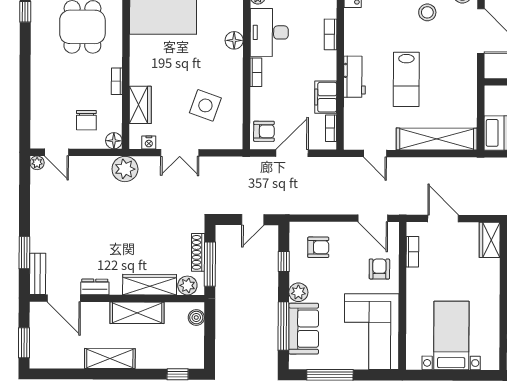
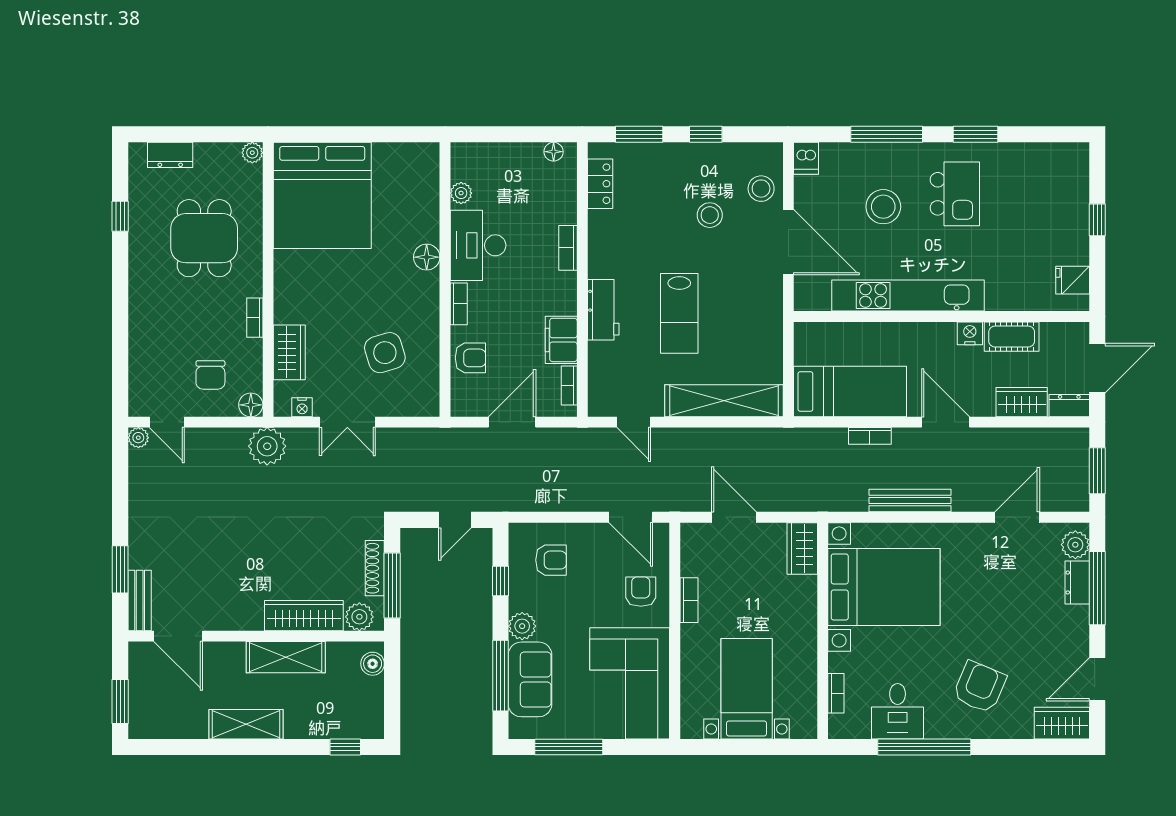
side table: (205, 105) -> (385, 353), turned -37
armchair: (264, 131) -> (470, 358), moved
bookcase: (412, 252) -> (689, 600), moved
dresser: (95, 287) -> (224, 619), removed

